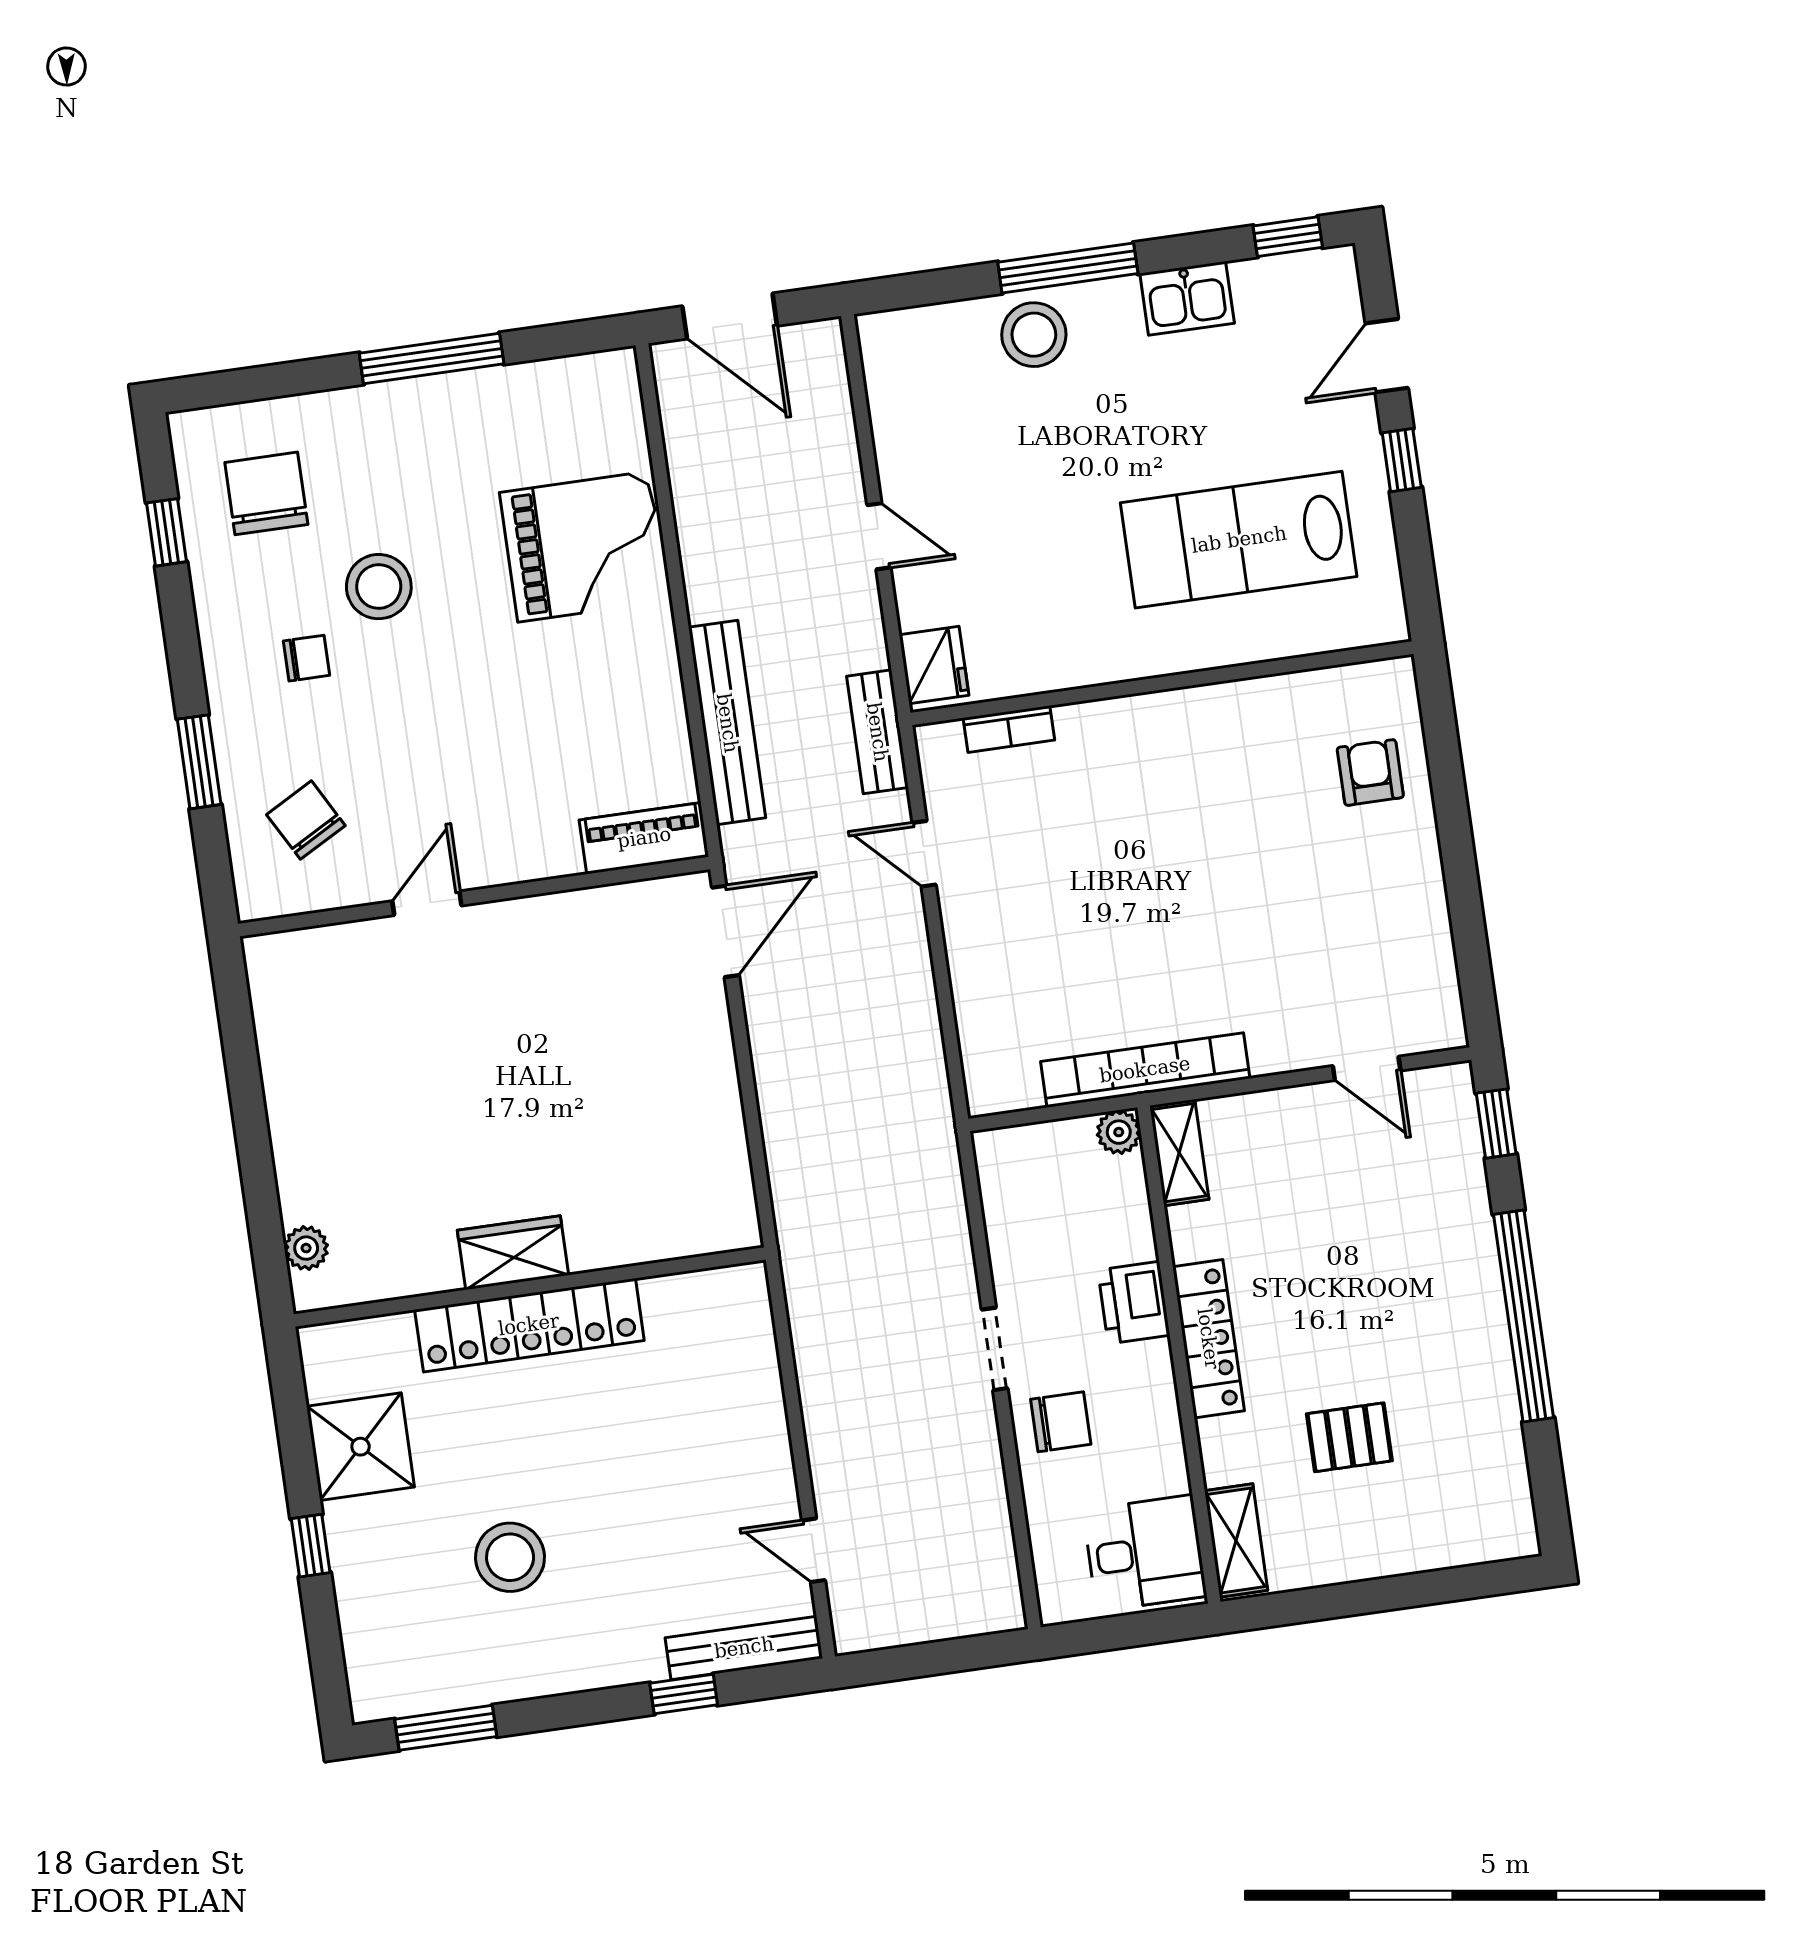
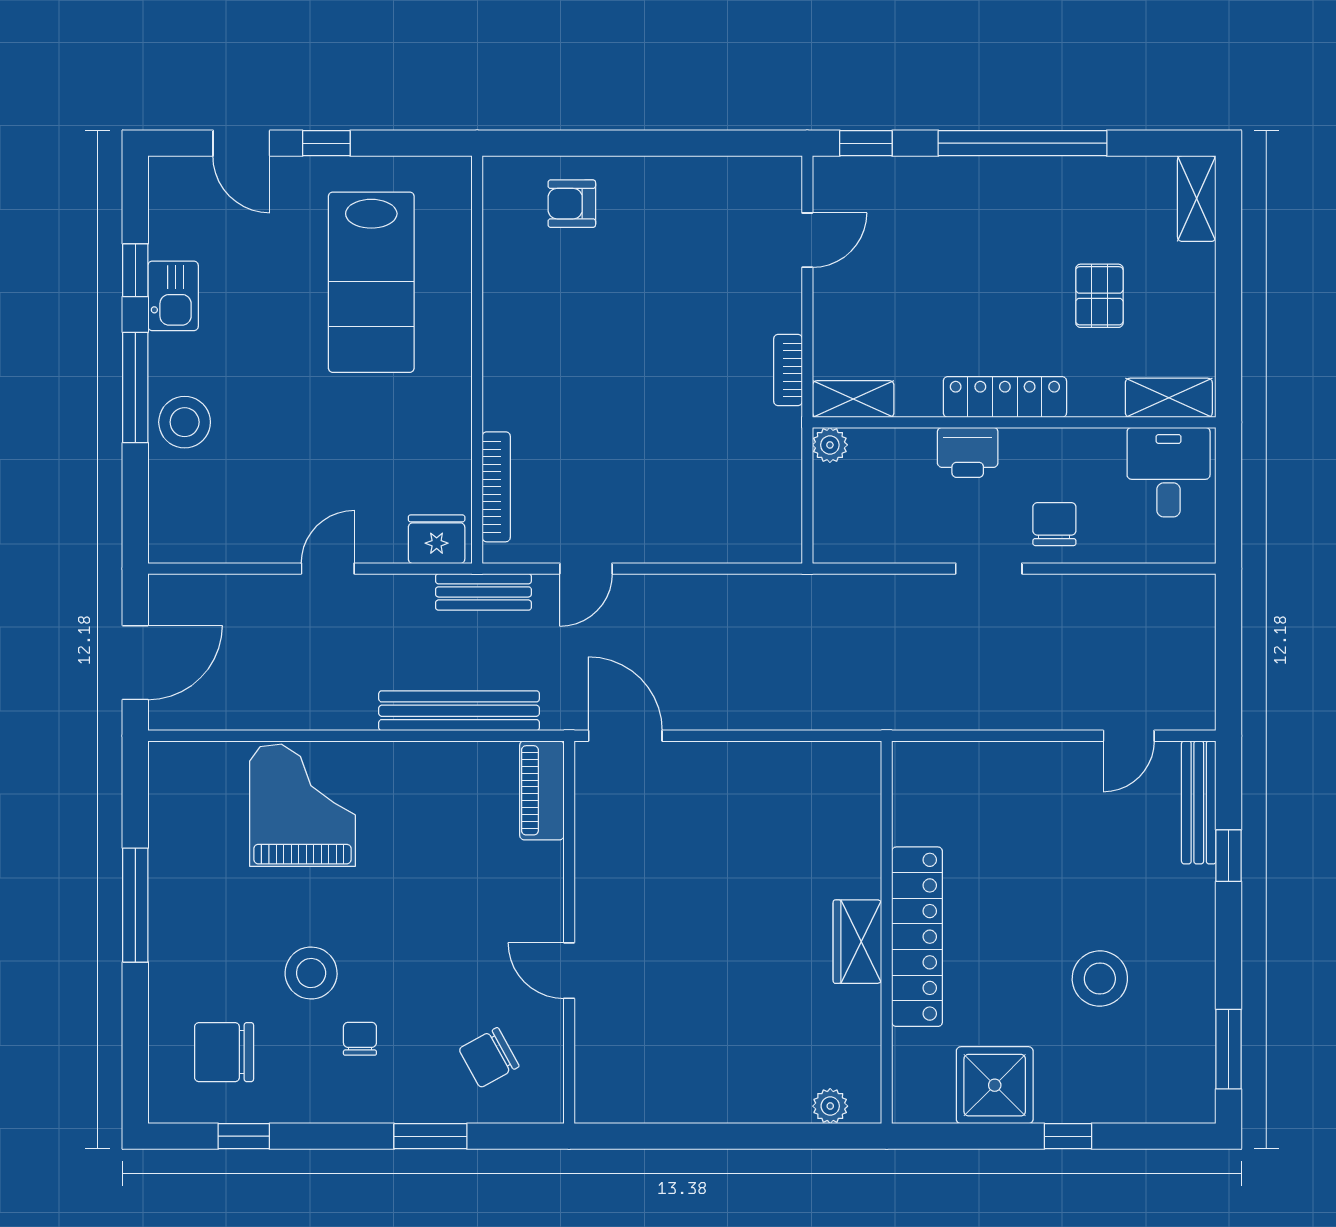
window: (1288, 237) -> (135, 270), moved
bookcase: (1009, 729) -> (496, 487), width x1.56
bookcase: (1145, 1070) -> (788, 370), width x0.43, depth x0.76
shelving: (1486, 1540) -> (1197, 199), added

